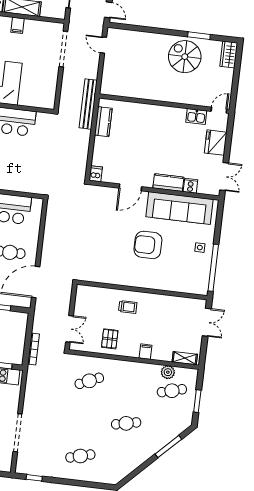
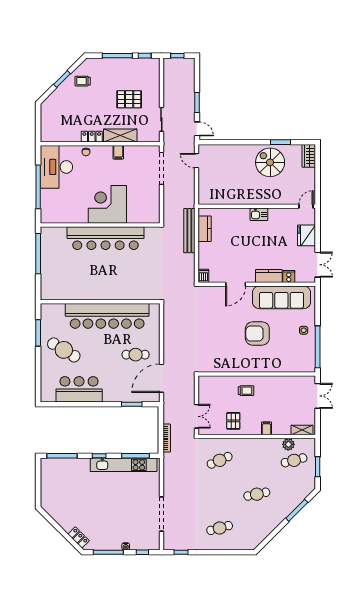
bench: (88, 104) -> (189, 231), moved
kitchen sink: (196, 116) -> (259, 214), moved

